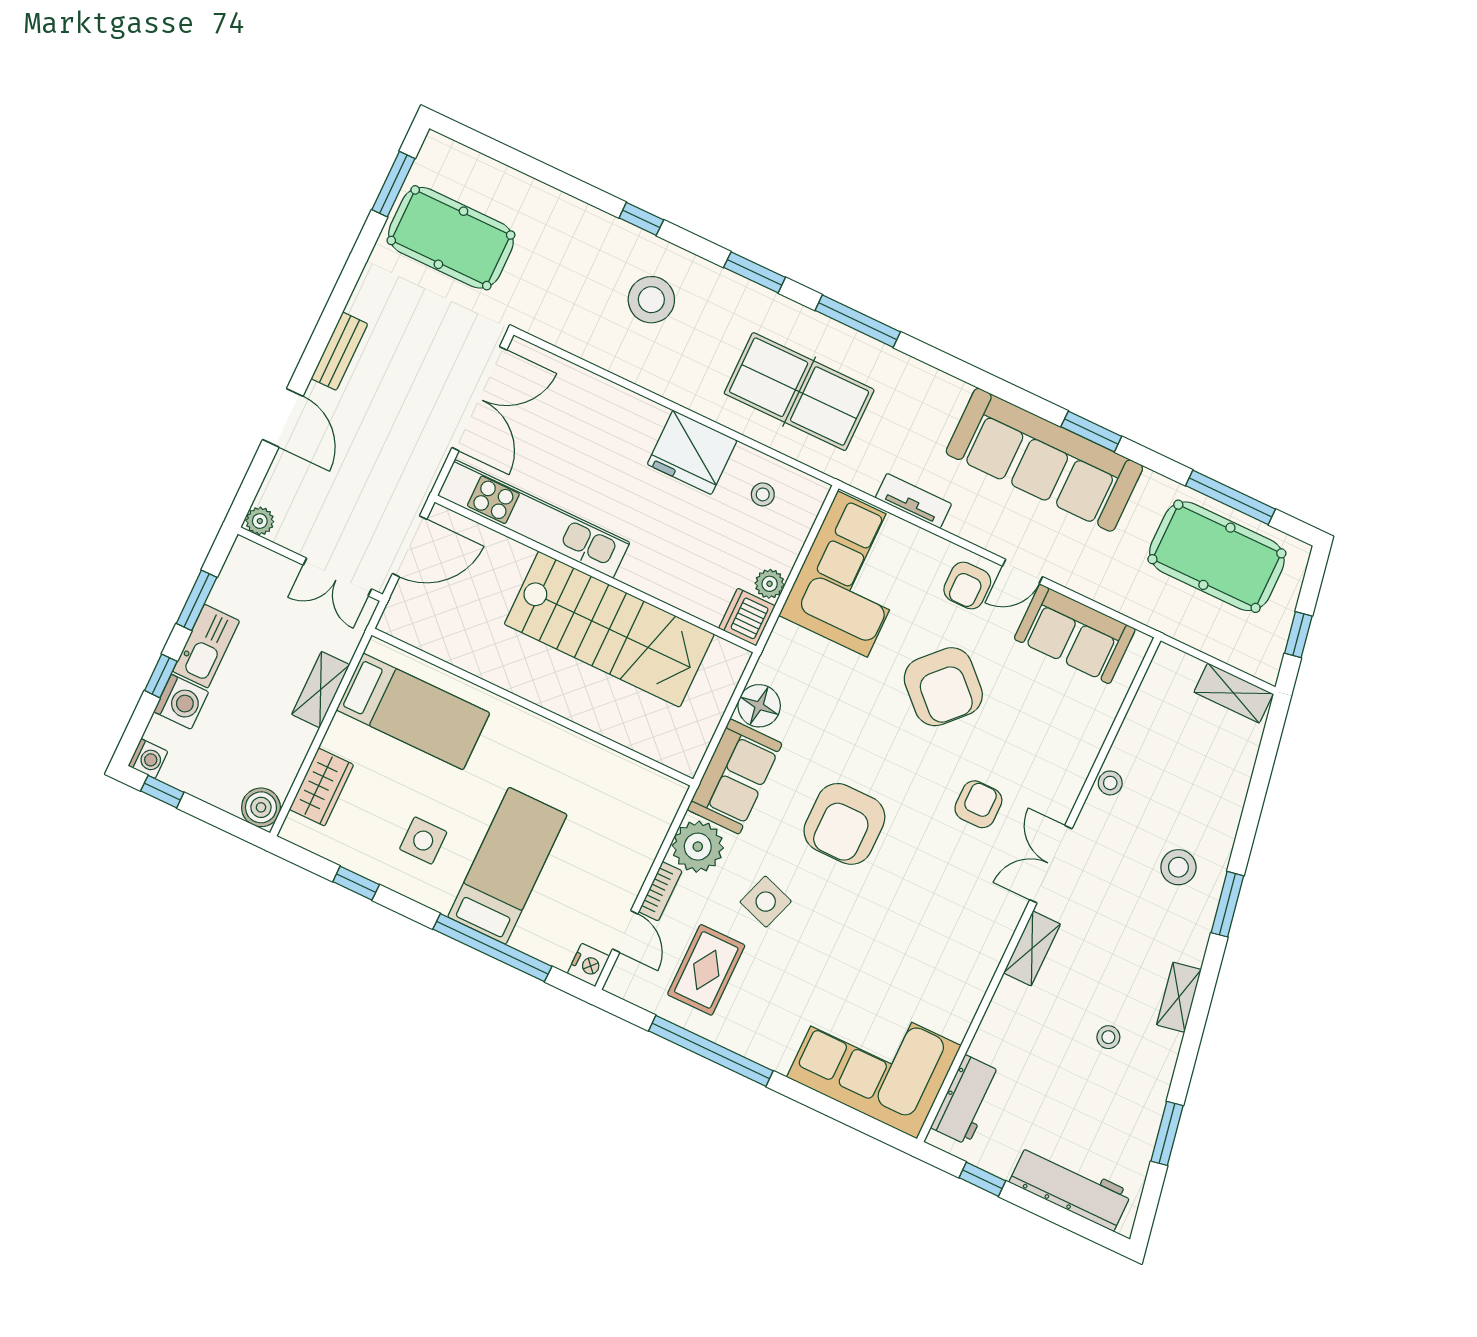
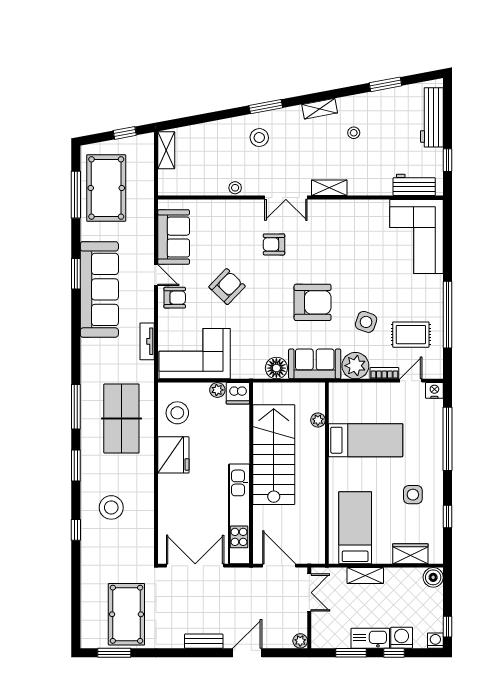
stool: (763, 494) -> (177, 413), width x1.89, depth x1.89
armchair: (943, 687) -> (227, 287), width x0.73, depth x0.73
plant: (633, 736) -> (318, 420), added
bed: (507, 866) -> (366, 440), moved, turned 180

